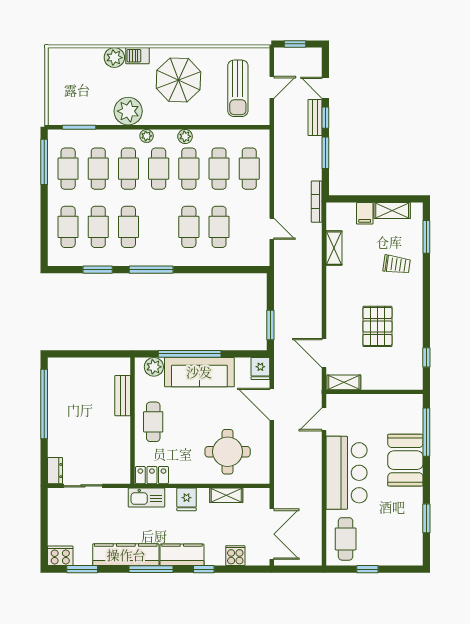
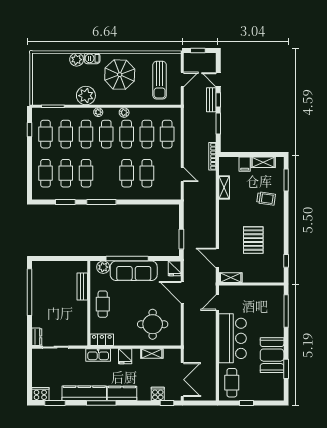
window: (44, 162) -> (29, 130), width x0.46
booth: (405, 460) -> (272, 355), moved
window: (204, 569) -> (167, 403), moved

